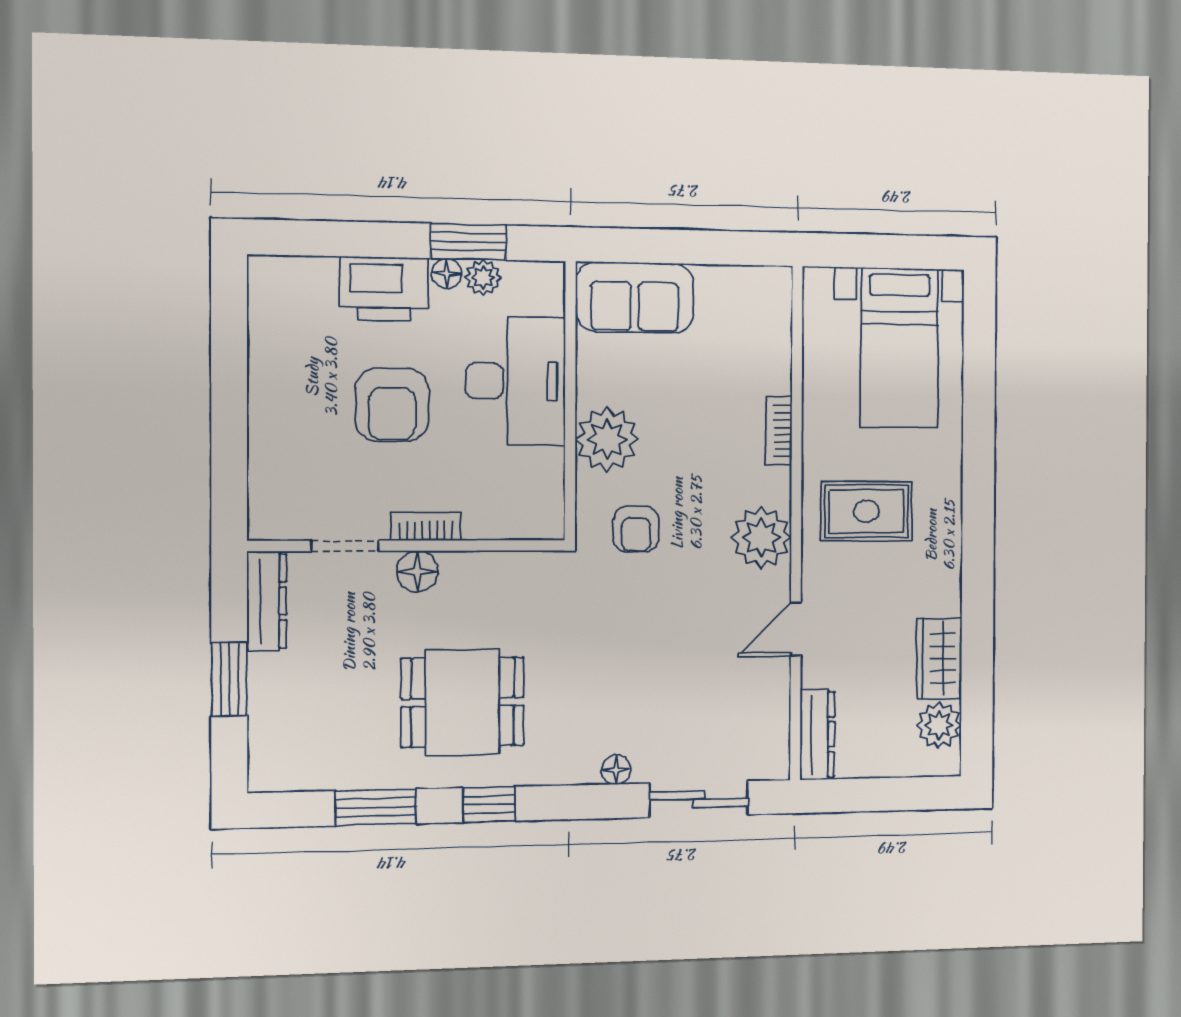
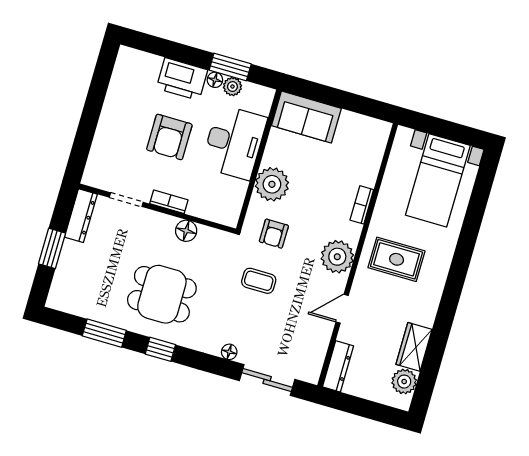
floor lamp: (417, 571) -> (186, 231), moved
coffee table: (633, 624) -> (259, 281), added

